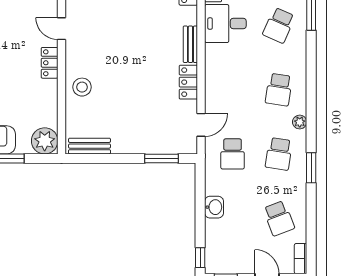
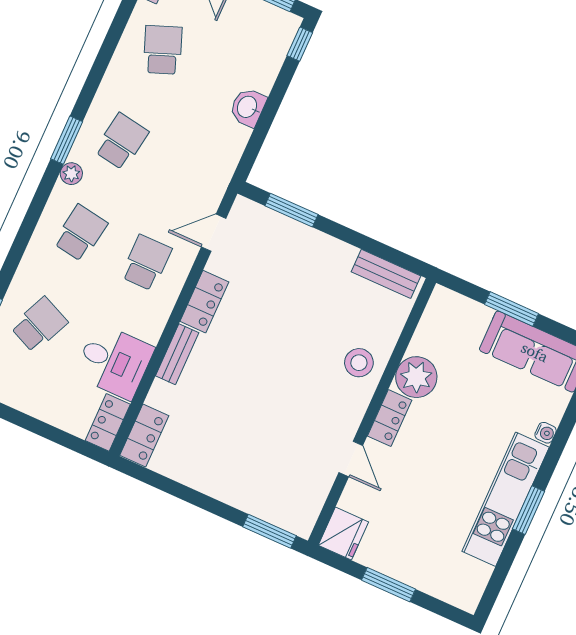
plant: (45, 141) -> (416, 377), moved
school desk: (233, 154) -> (146, 263), moved
window: (311, 168) -> (67, 140), moved

